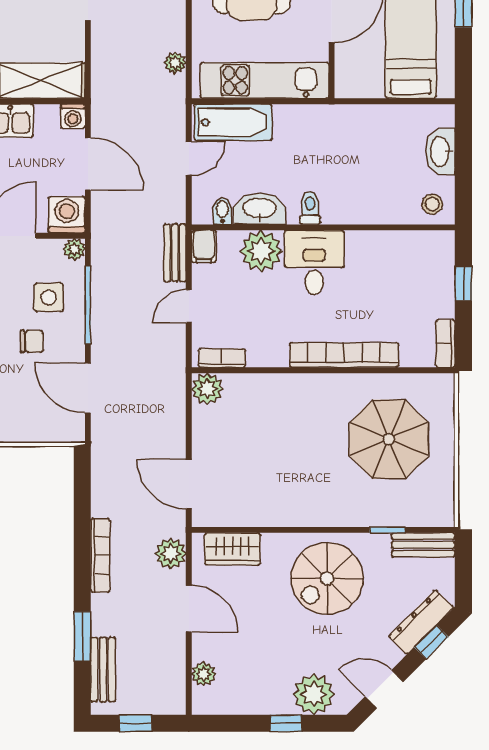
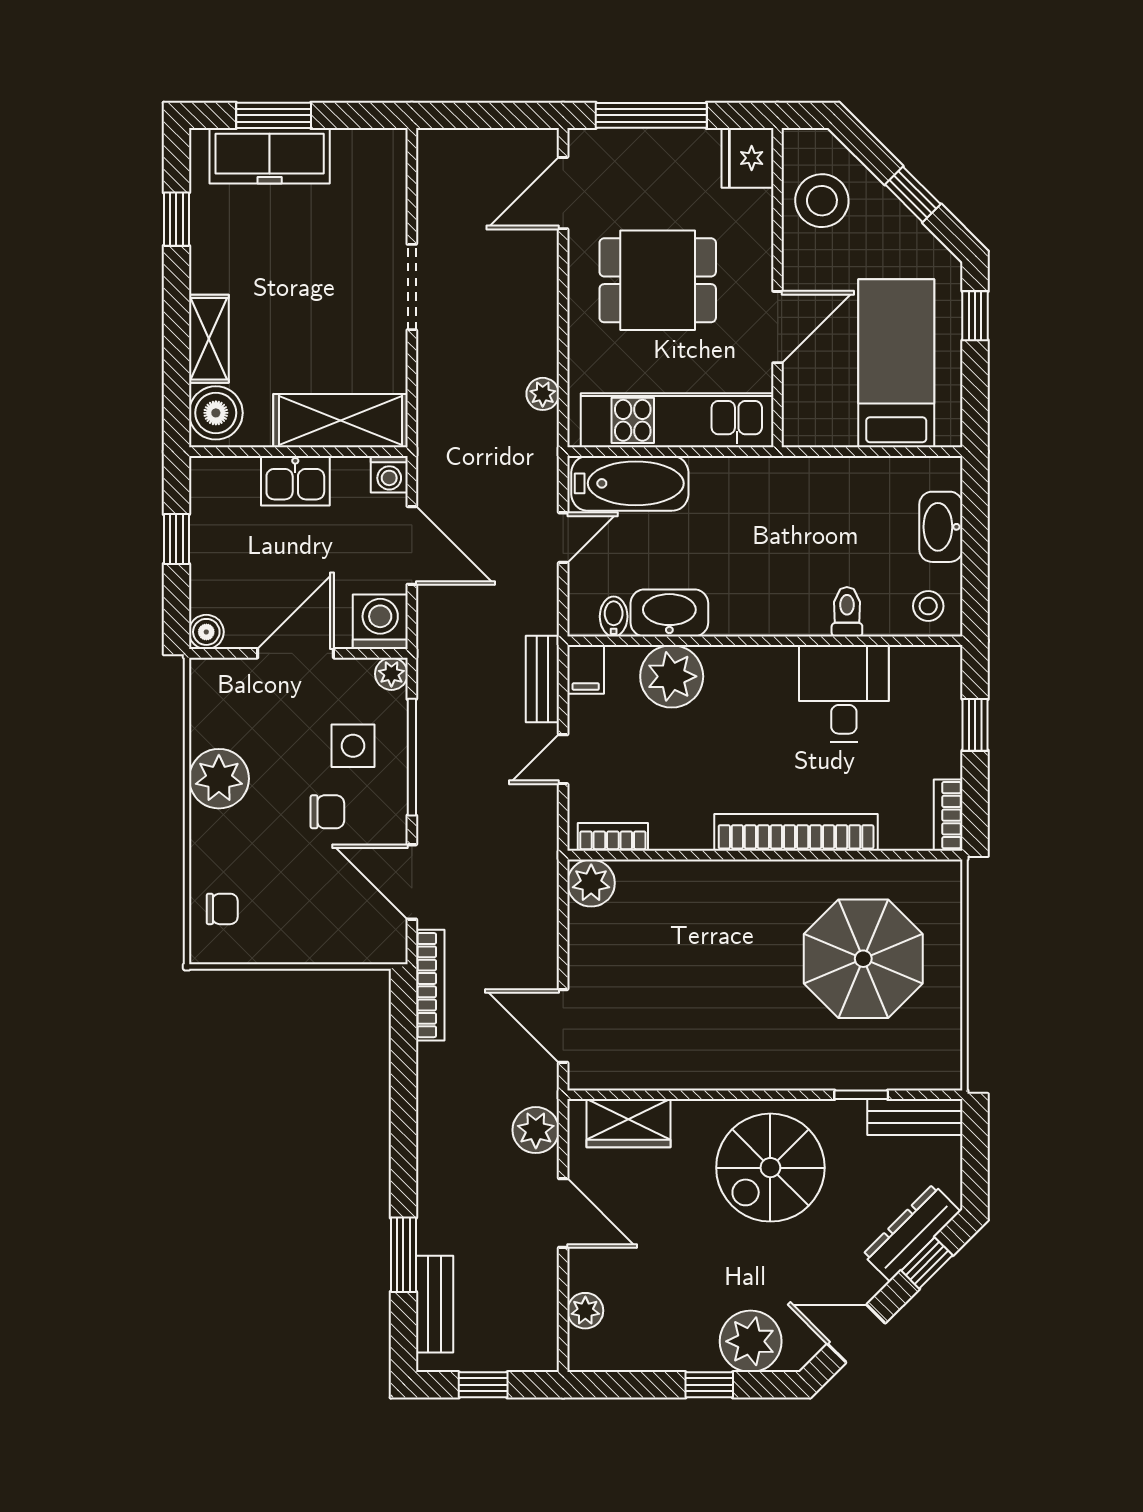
toilet: (310, 208) -> (847, 612), moved
desk: (314, 262) -> (844, 693), moved
bookcase: (100, 555) -> (430, 985), moved

